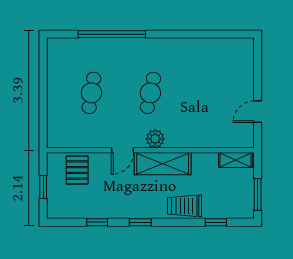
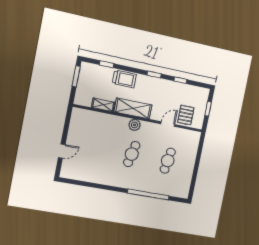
door: (258, 112) -> (62, 151), moved
door: (123, 150) -> (168, 124), moved
shelving: (235, 160) -> (103, 105), moved

